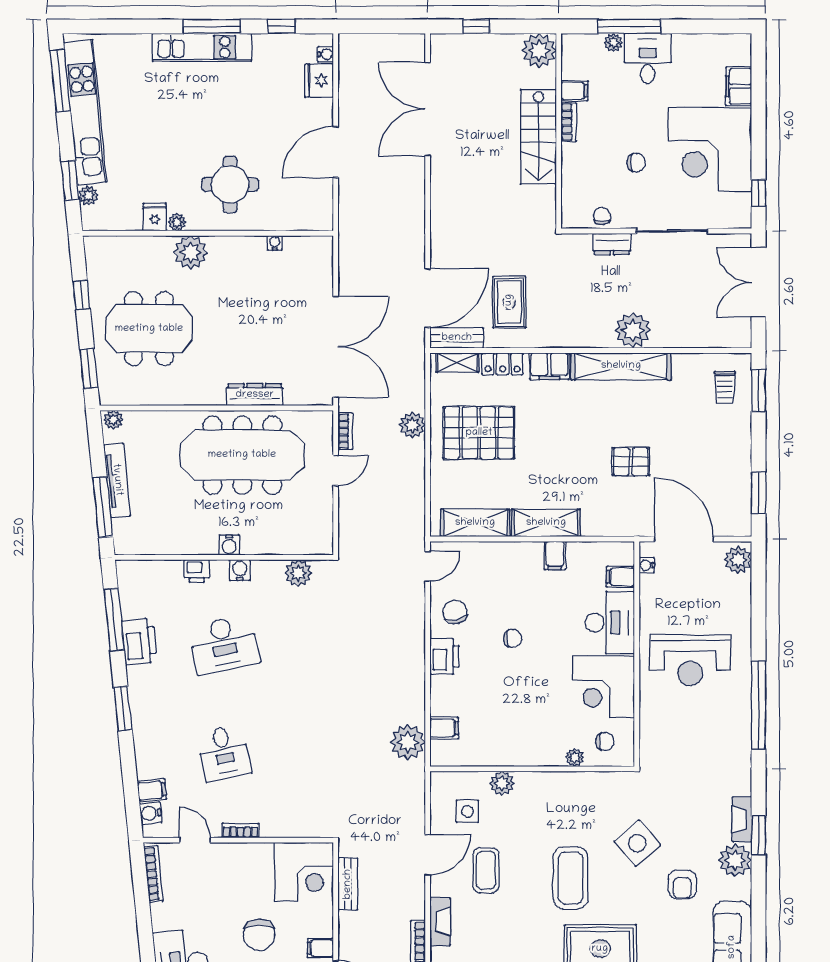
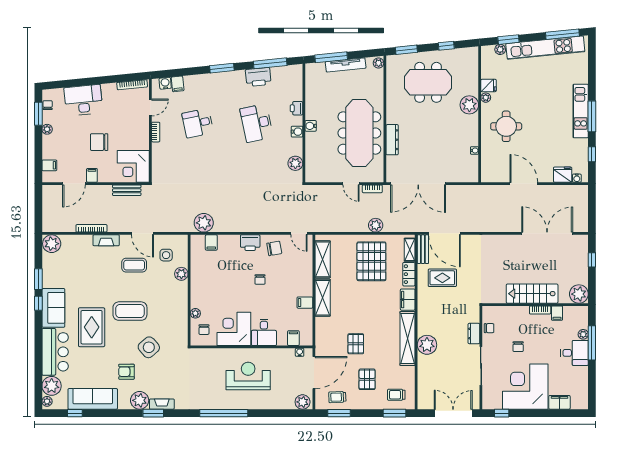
meeting table: (149, 329) -> (428, 82), turned 90
pallet: (696, 441) -> (367, 379), added
trolley: (729, 496) -> (337, 397), added
desk: (610, 623) -> (264, 332), width x0.73
reception desk: (690, 660) -> (248, 376), turned 90

